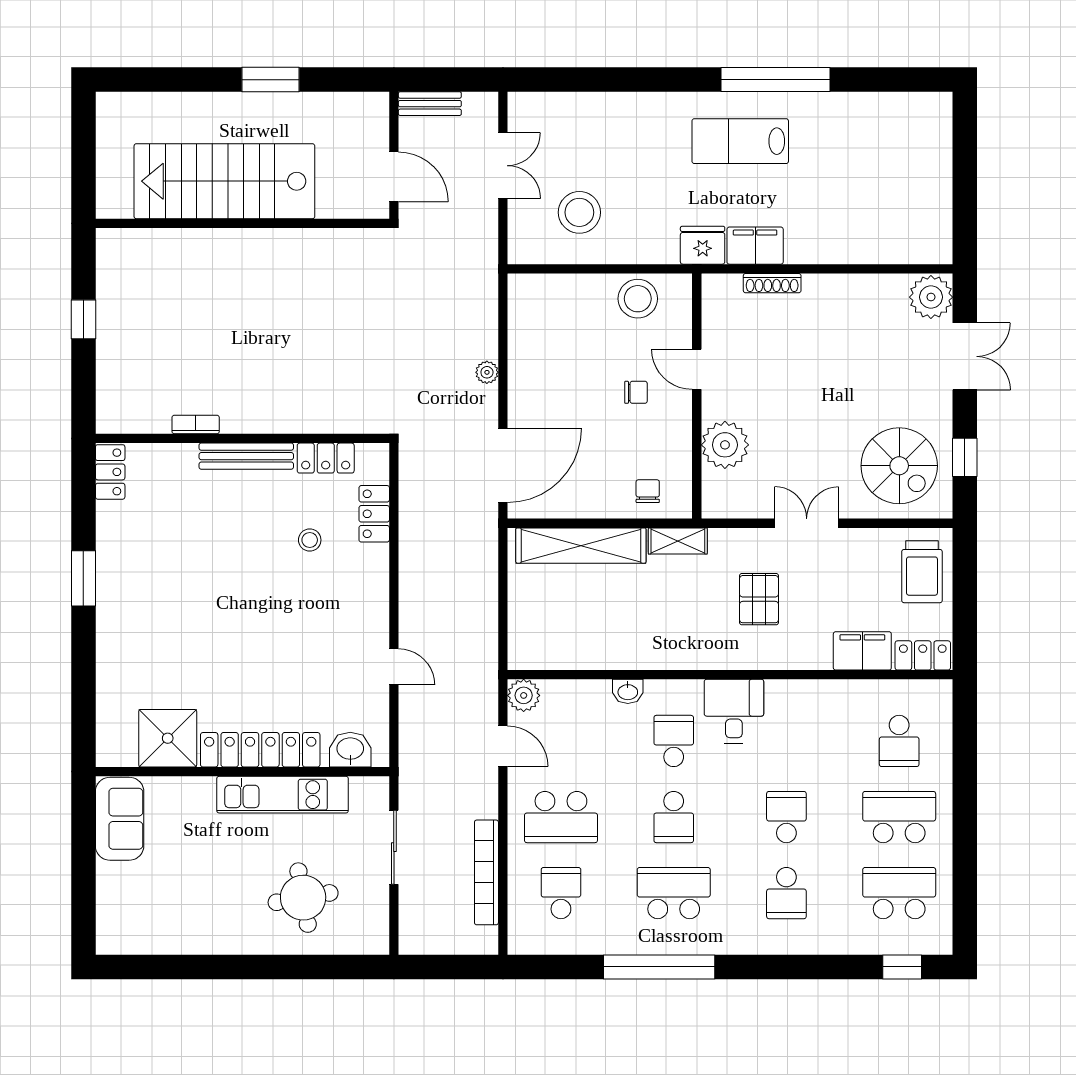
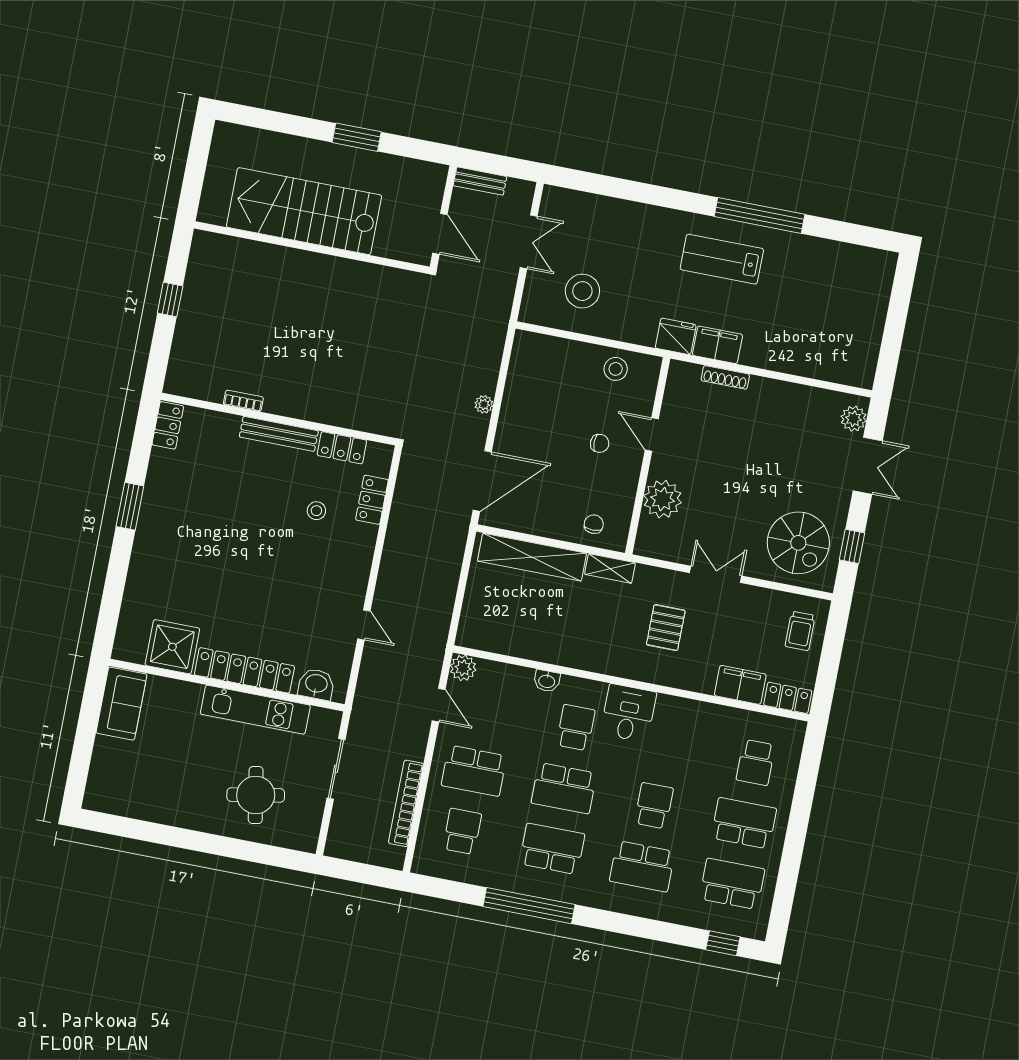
plant: (931, 297) -> (854, 419), width x0.73, depth x0.73
stool: (638, 299) -> (616, 369), width x0.73, depth x0.73
trolley: (922, 572) -> (800, 631), width x0.73, depth x0.72
school desk: (674, 817) -> (564, 788), width x1.85
school desk: (786, 893) -> (642, 866), width x1.85

